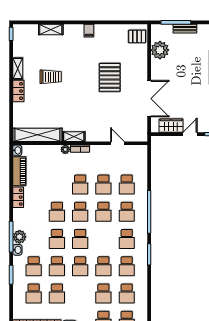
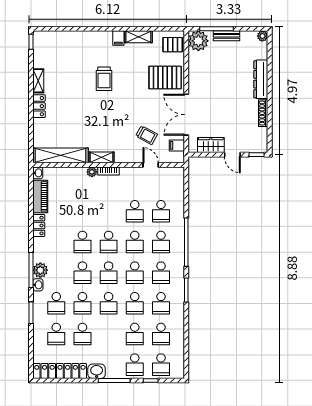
shelving: (51, 30) -> (138, 37), moved
plant: (160, 50) -> (198, 41), moved
trolley: (51, 77) -> (104, 79), moved, turned 90
pallet: (110, 77) -> (165, 77), moved, turned 90
double door: (149, 99) -> (186, 115), swing flipped
trolley: (114, 117) -> (146, 135), added
filing cabinet: (141, 126) -> (177, 145), added
door: (190, 134) -> (232, 155), swing flipped
school desk: (80, 185) -> (135, 273), moved

